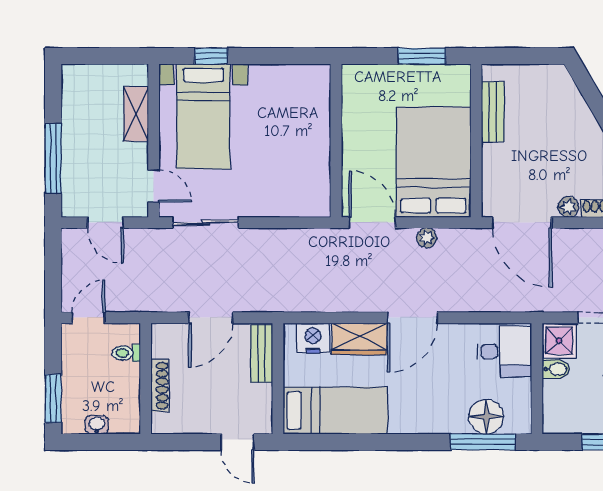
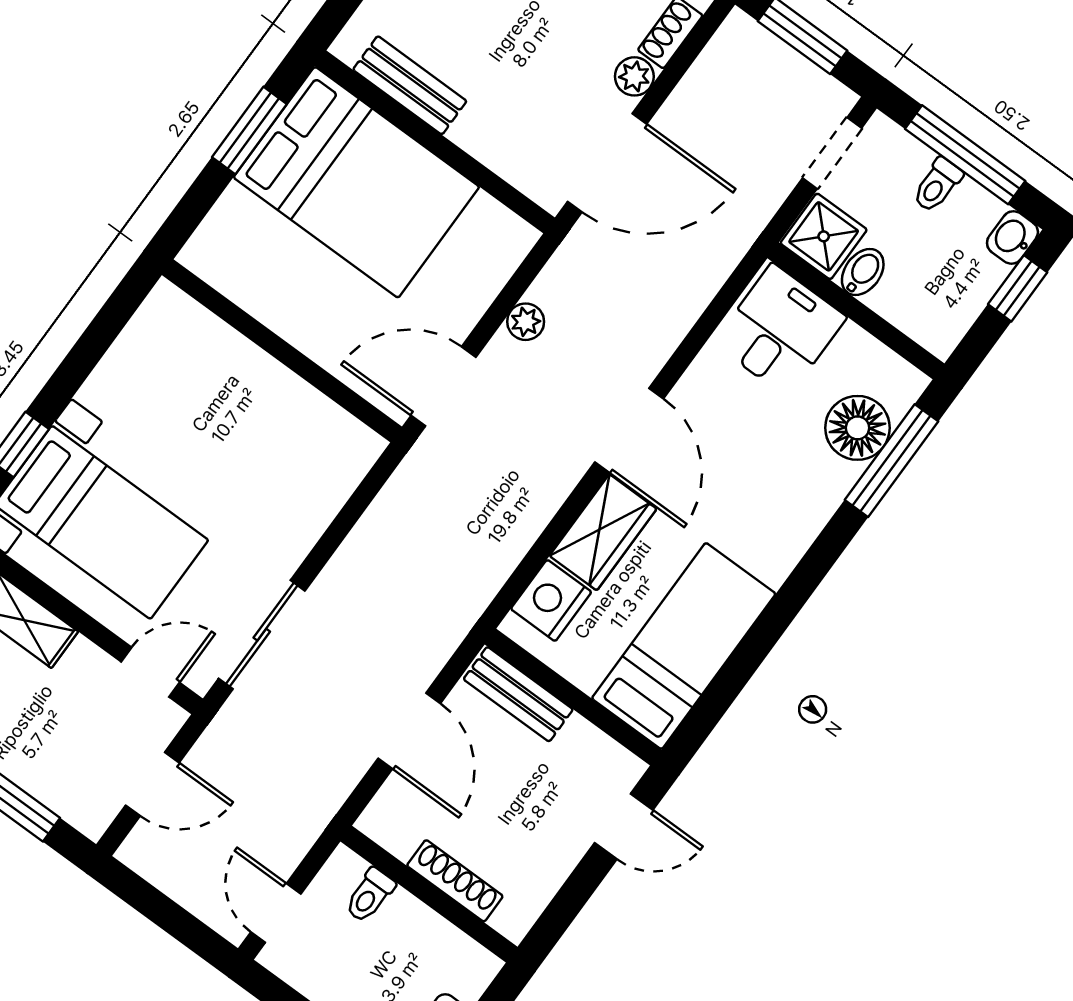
bed: (433, 162) -> (356, 182), moved, turned 180

